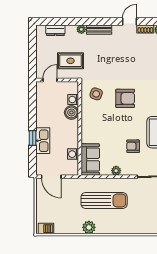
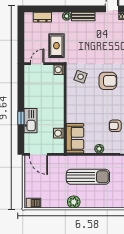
rug: (70, 61) -> (56, 46), turned 90
washing machine: (73, 99) -> (59, 70), moved
boiler: (71, 112) -> (57, 94), removed

